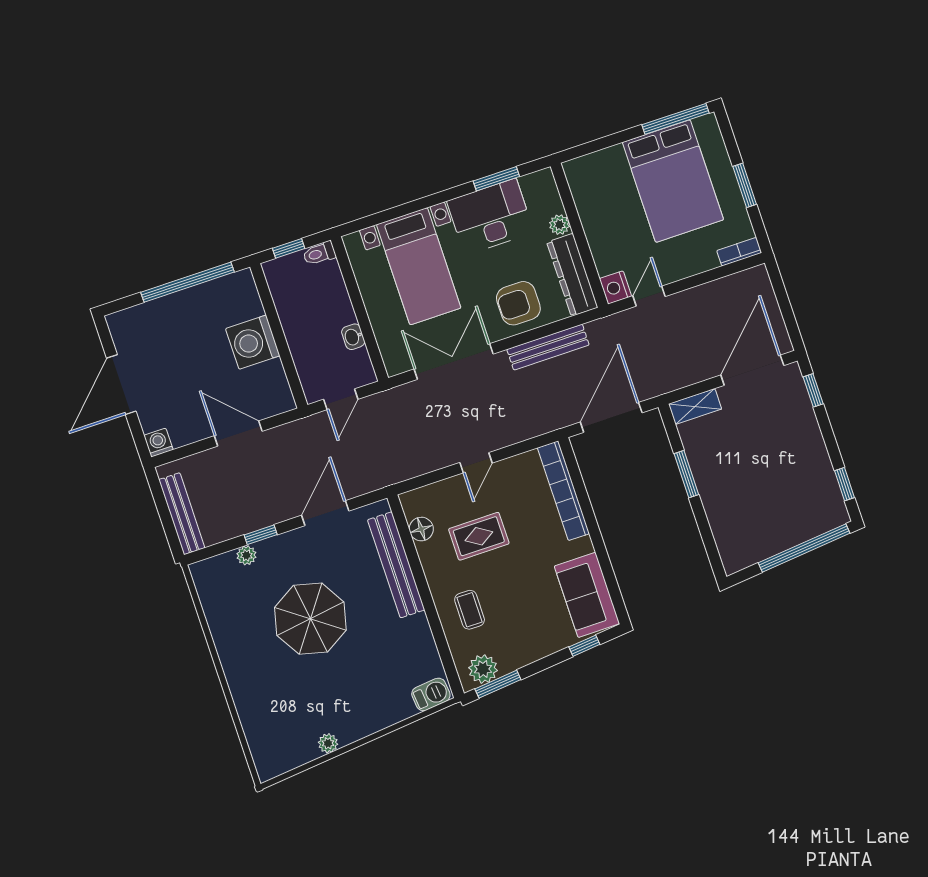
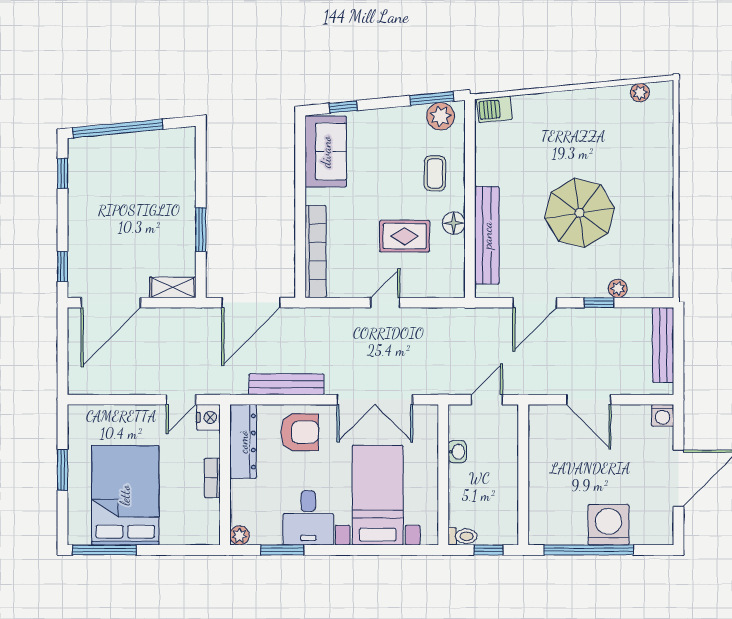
desk: (490, 217) -> (308, 518), width x0.73
plant: (560, 225) -> (240, 535), moved
bookcase: (739, 252) -> (212, 478), moved, turned 90
washing machine: (253, 342) -> (608, 525), moved, turned -90
floor lamp: (421, 529) -> (454, 223), moved
plant: (328, 743) -> (640, 93), moved

